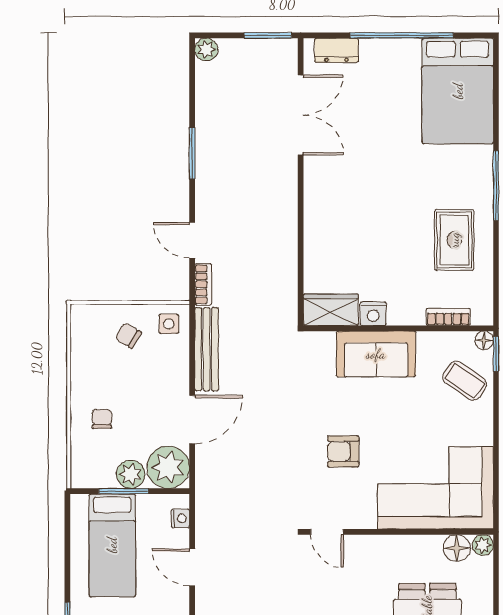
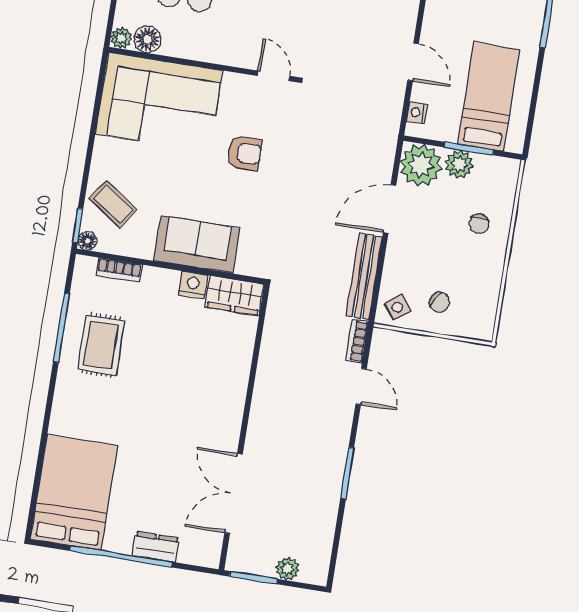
plant: (206, 50) -> (287, 569), moved
dresser: (336, 50) -> (156, 547), moved
window: (496, 186) -> (61, 328), moved
side table: (169, 324) -> (397, 307), turned -37

